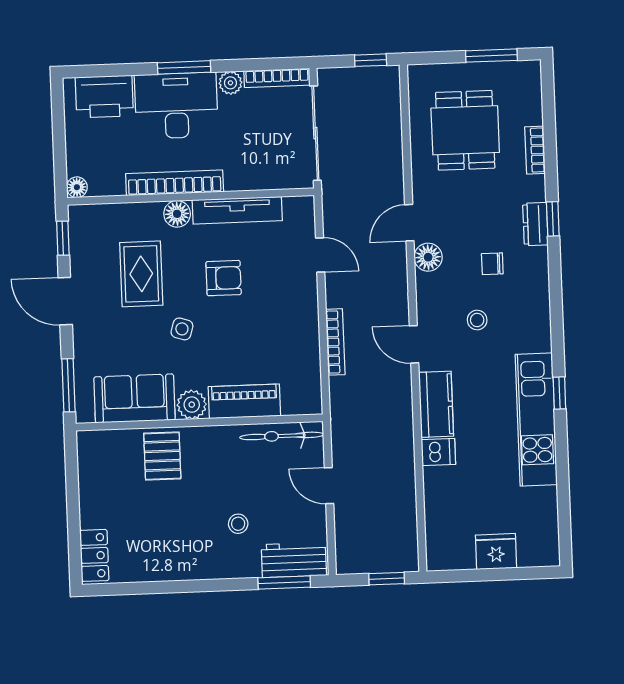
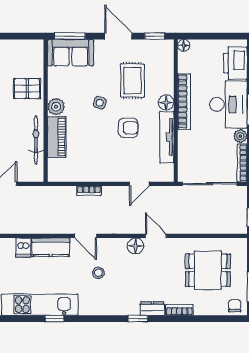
bookcase: (535, 150) -> (179, 310), moved
window: (553, 219) -> (138, 319), moved
chair: (492, 264) -> (235, 306), moved
rug: (141, 274) -> (132, 80), turned 90
armchair: (224, 278) -> (128, 128), turned -90
door: (65, 301) -> (118, 36), hinge flipped
bookcase: (335, 342) -> (89, 191), width x0.64
door: (414, 344) -> (86, 236), swing flipped
sofa: (135, 398) -> (71, 53), moved, turned 90
bicycle: (282, 436) -> (36, 140), moved

